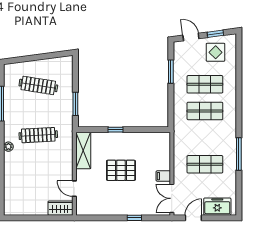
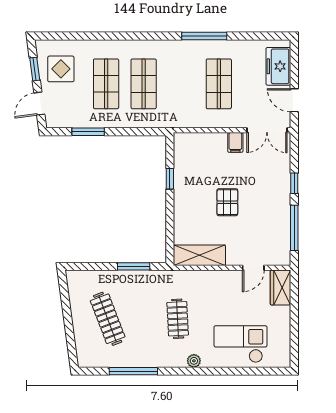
clothes rail: (38, 85) -> (108, 319), turned -30
window: (116, 130) -> (170, 179), moved
clothes rail: (38, 135) -> (178, 319), width x0.73
pallet: (121, 170) -> (227, 202), width x0.67, depth x0.71
checkout: (20, 180) -> (240, 344), added
window: (103, 218) -> (294, 228), added

